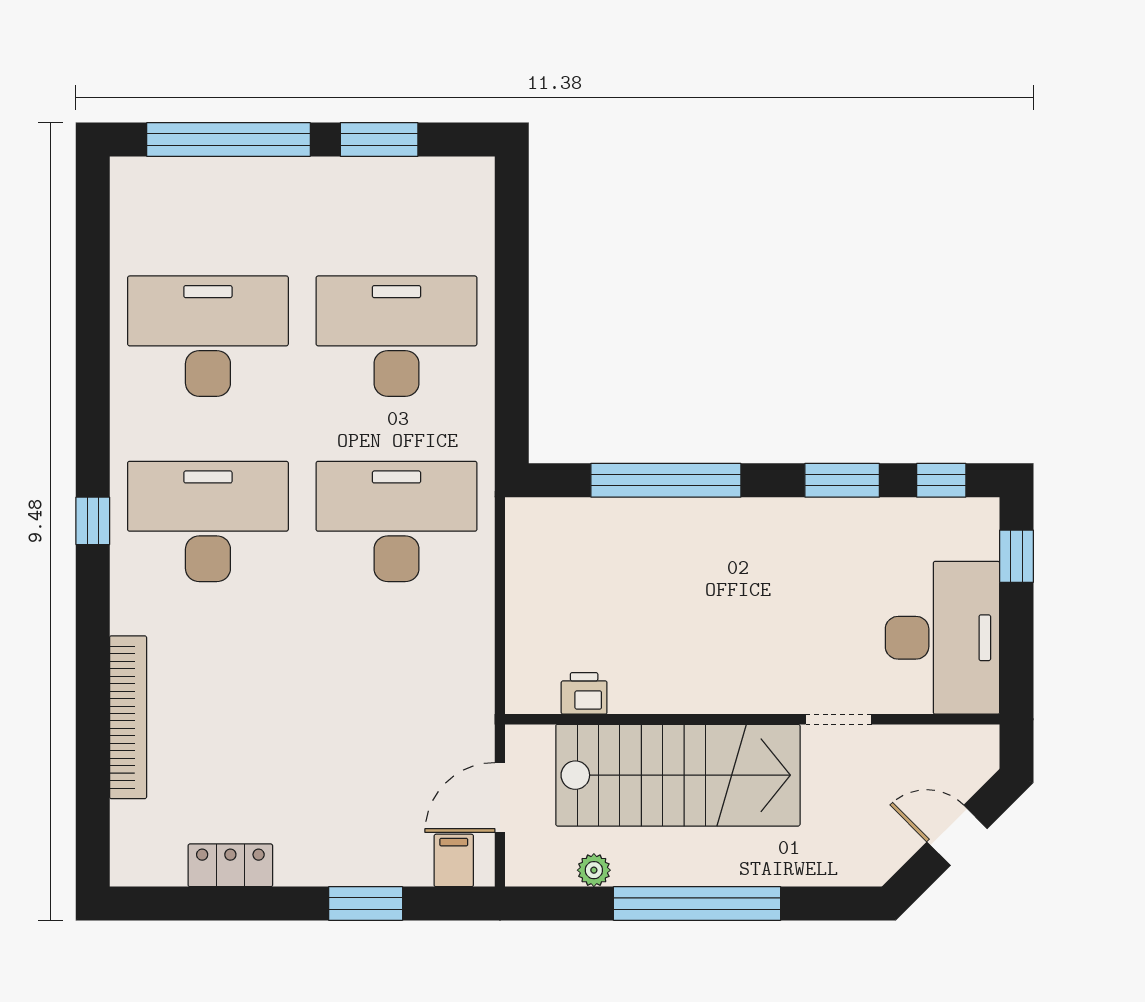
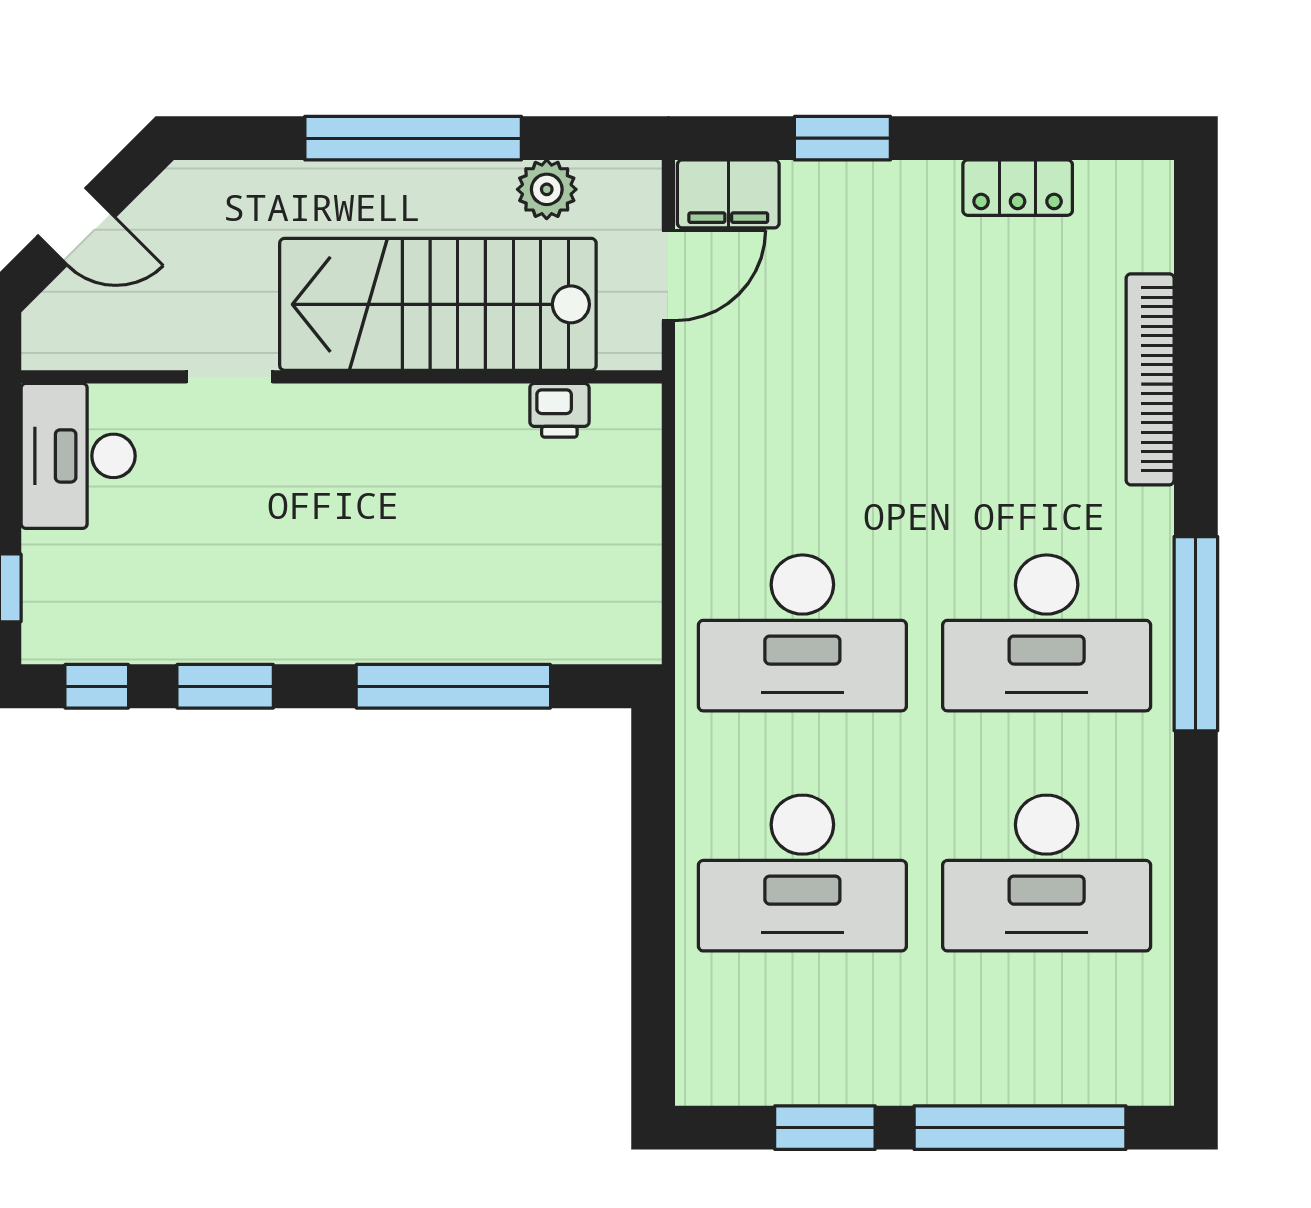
window: (93, 521) -> (1196, 634), width x3.17
desk: (943, 638) -> (78, 456), width x0.73, depth x0.77
filing cabinet: (454, 860) -> (728, 194), width x2.00
plant: (594, 870) -> (547, 189), width x1.38, depth x1.38

